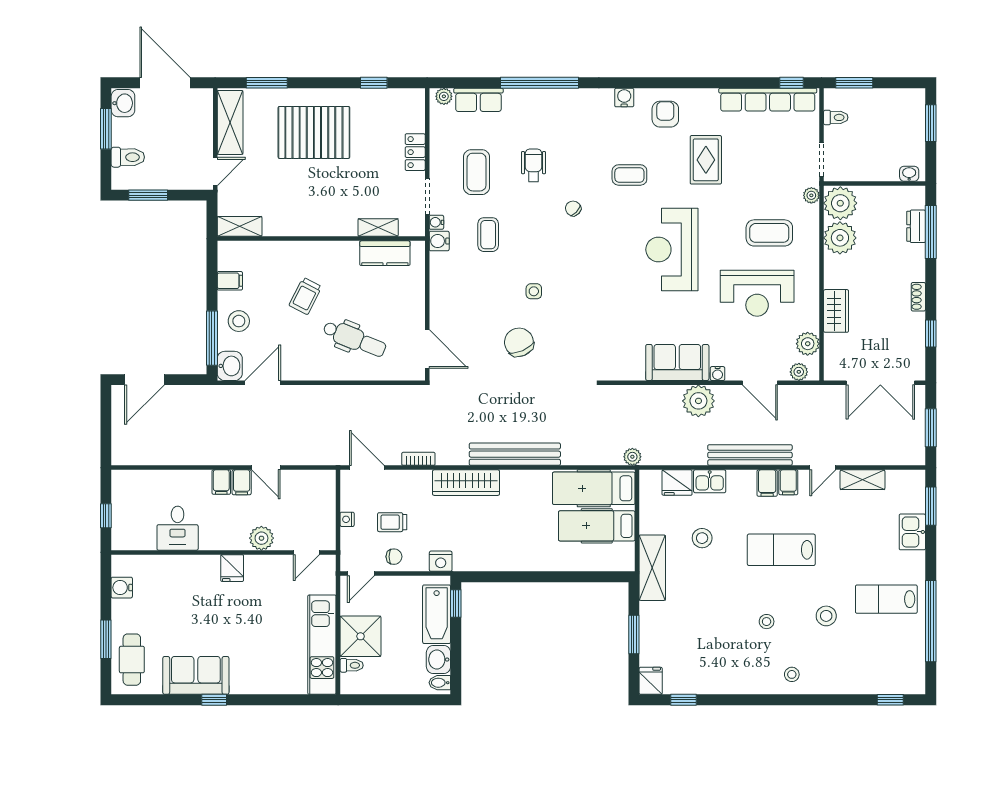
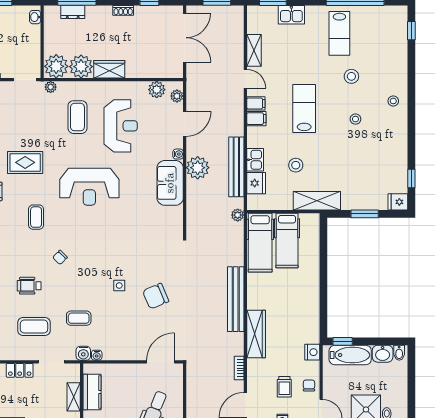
water cooler: (436, 222) -> (97, 355), moved
wardrobe: (836, 311) -> (109, 69), moved
bench: (750, 455) -> (236, 167), moved
lab bench: (781, 550) -> (304, 109), turned 180

